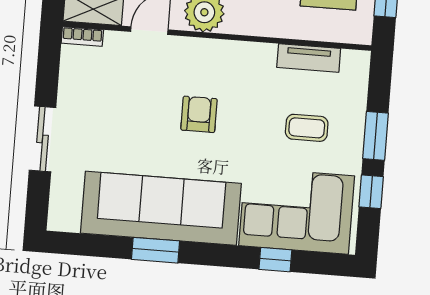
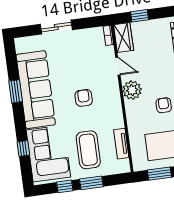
armchair: (199, 114) -> (84, 98), turned -90
coffee table: (307, 128) -> (88, 150), width x1.86, depth x1.72

